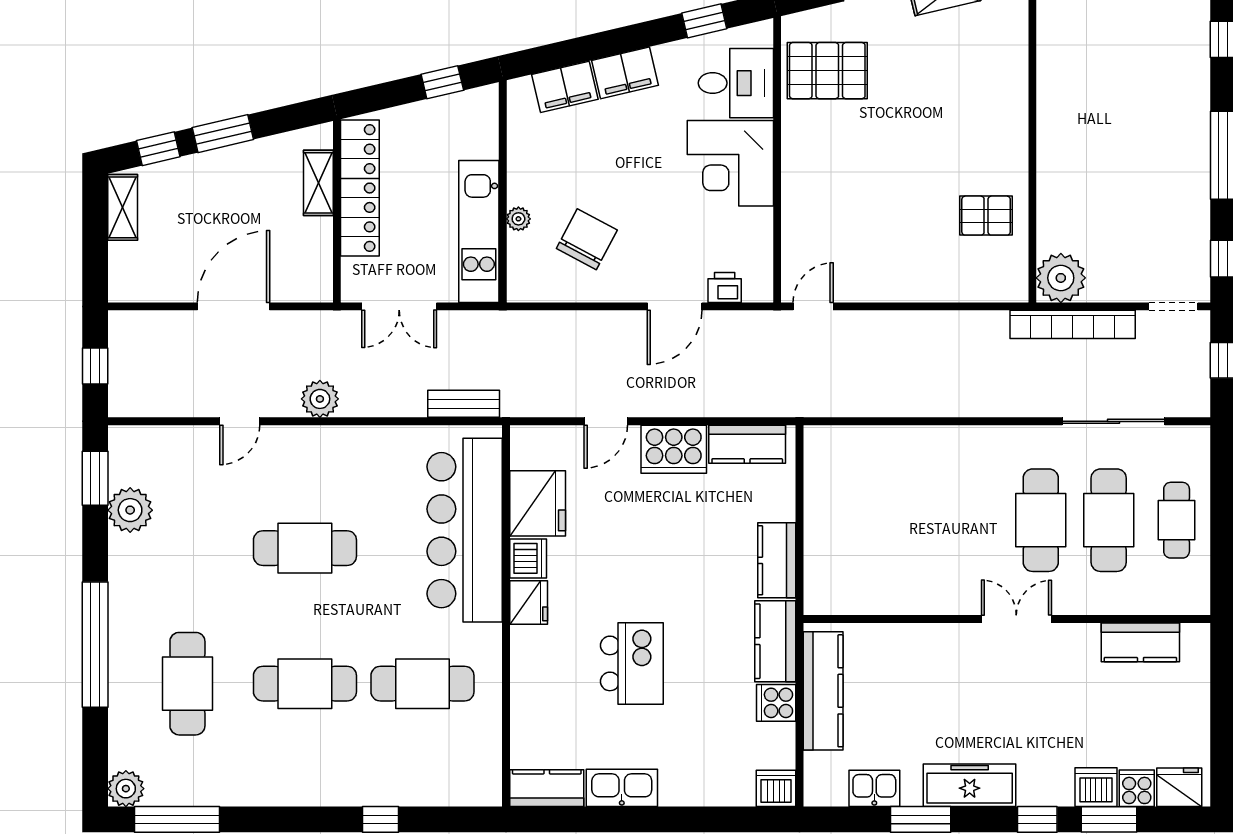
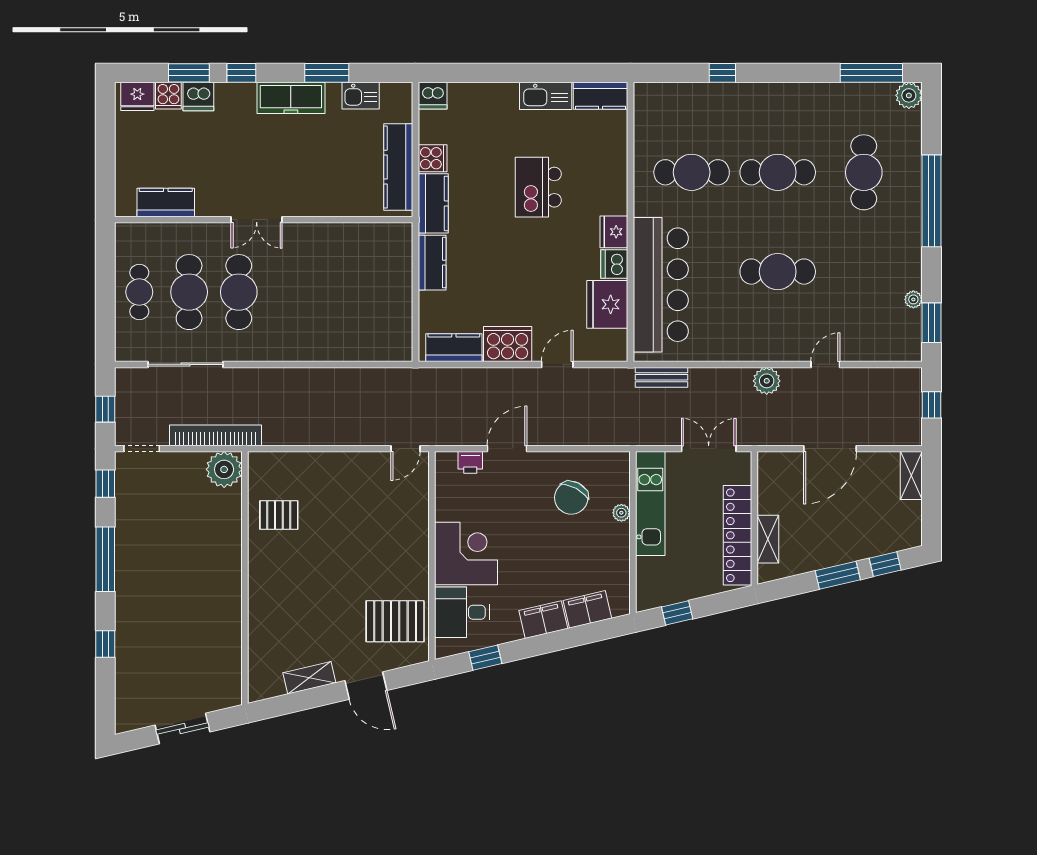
shelving: (123, 207) -> (911, 476), moved
plant: (130, 510) -> (913, 299), width x0.53, depth x0.53

